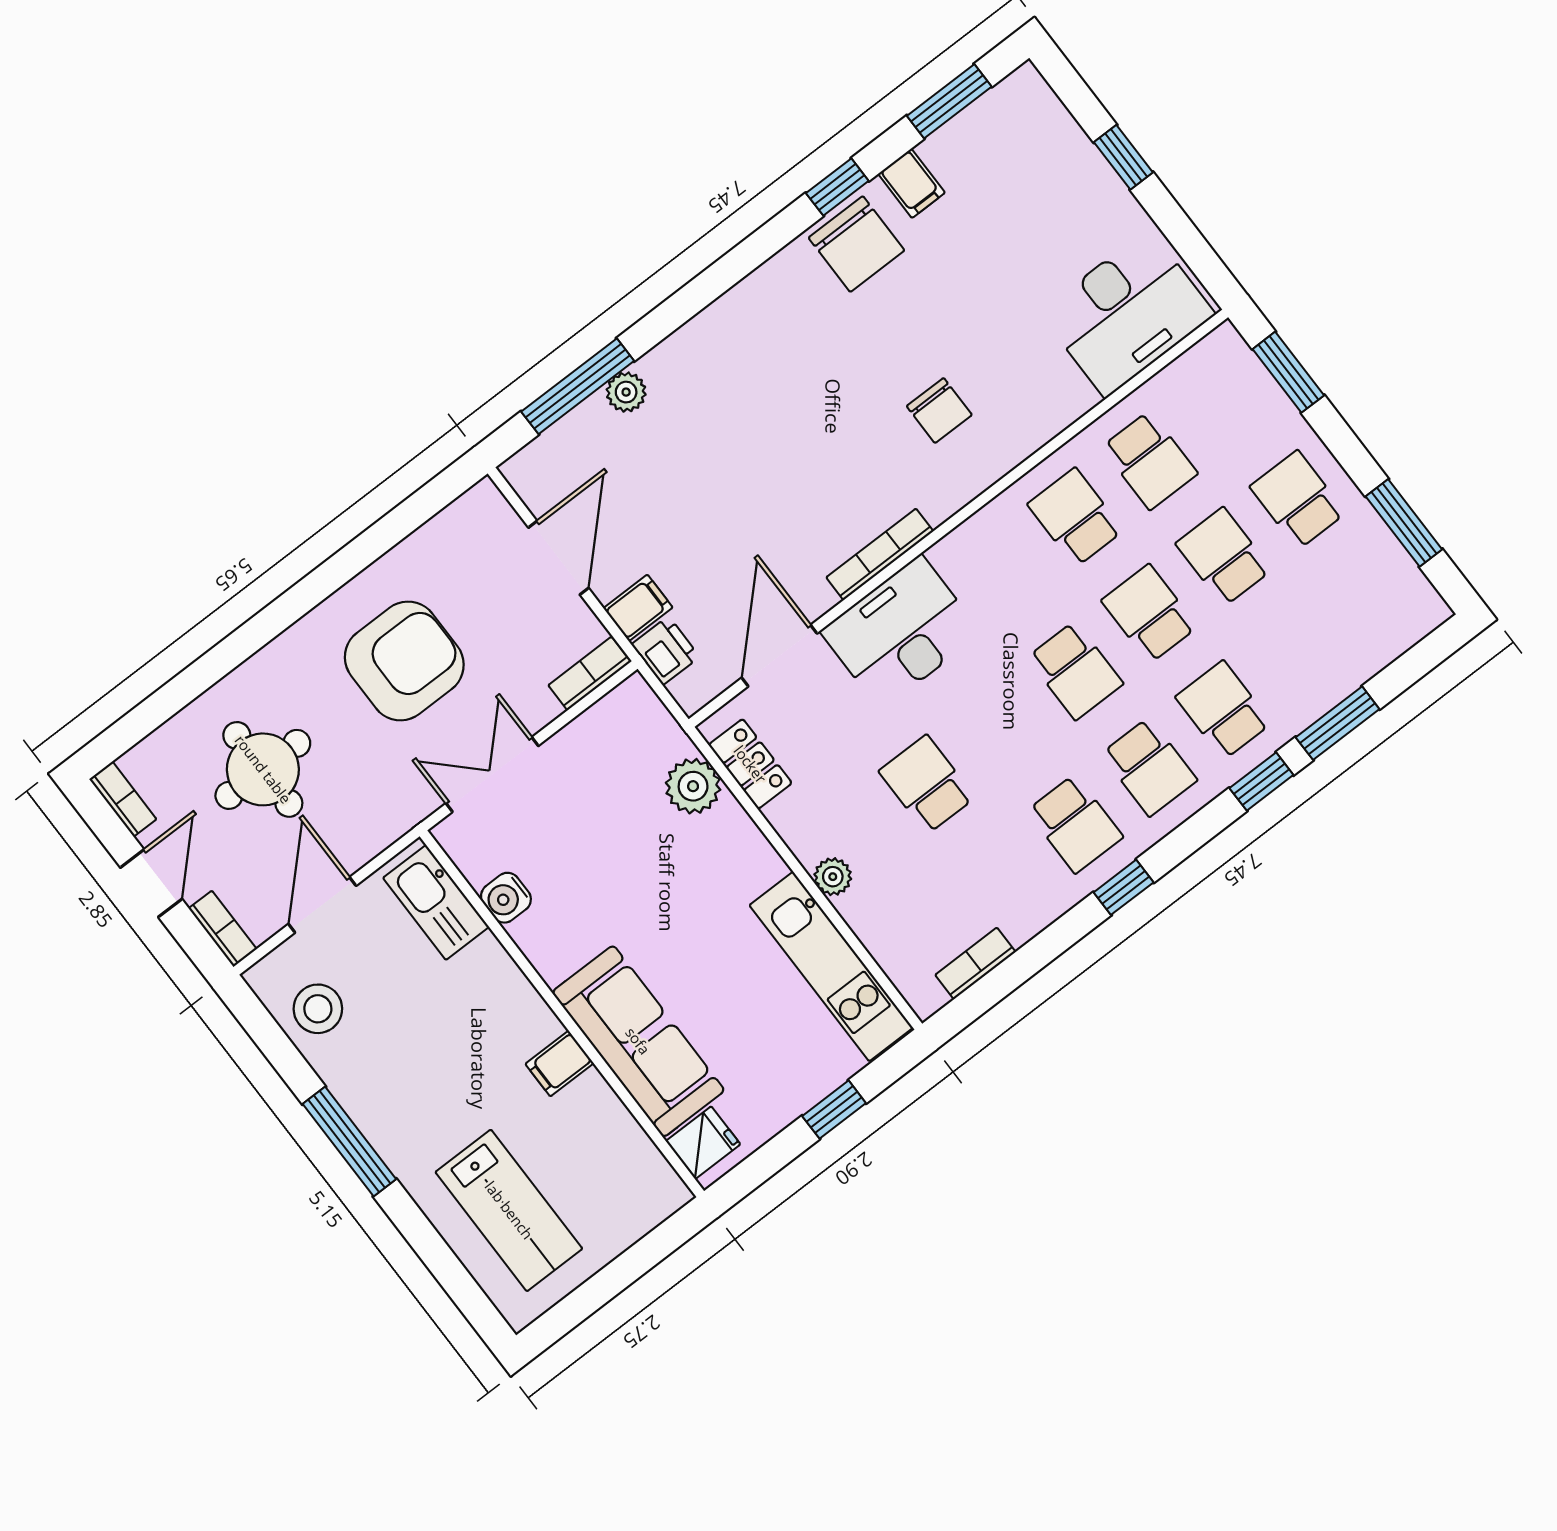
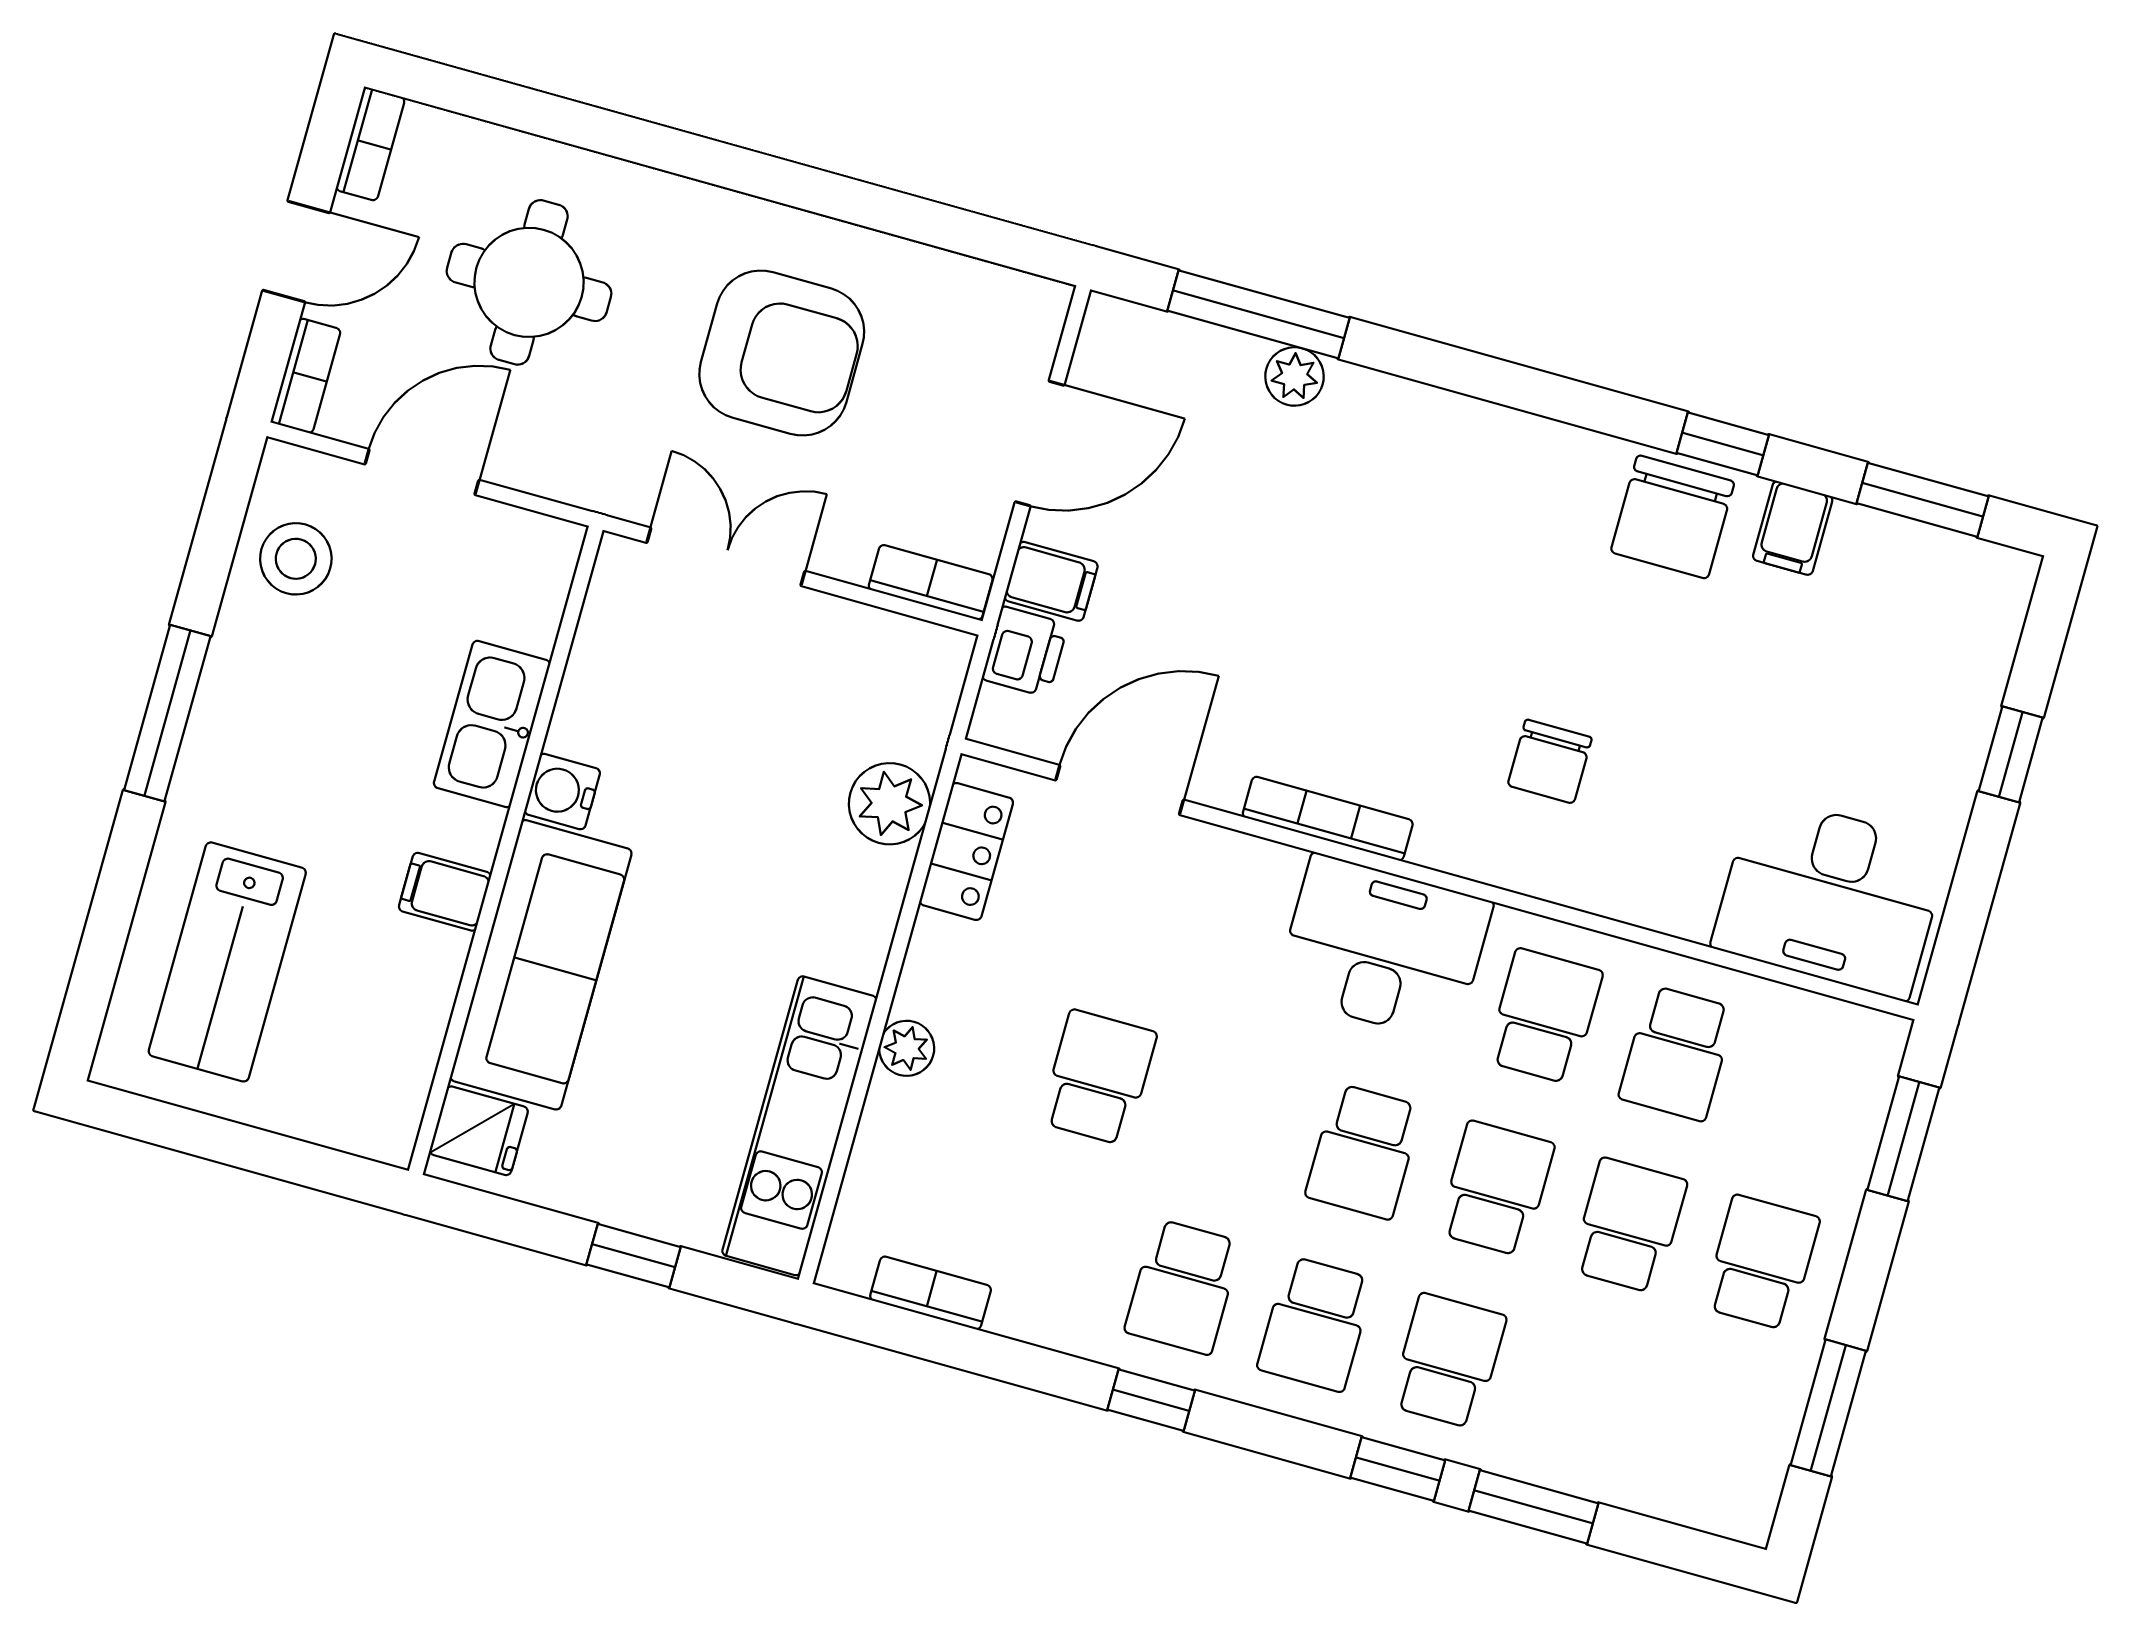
desk: (901, 632) -> (1383, 948), moved
water cooler: (506, 898) -> (562, 792), moved
kitchen sink: (436, 902) -> (492, 724), moved

